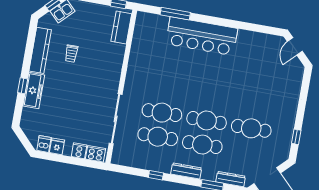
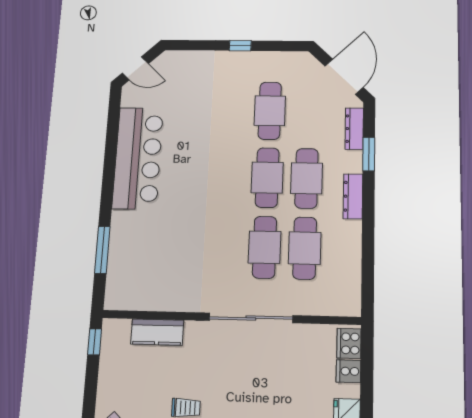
kitchen counter: (121, 28) -> (157, 332), moved
bar counter: (202, 36) -> (138, 158), moved
sliding door: (116, 119) -> (251, 318), moved
window: (296, 137) -> (240, 46), moved
window: (156, 175) -> (368, 242), removed

